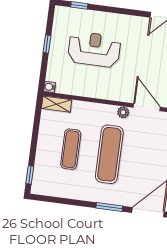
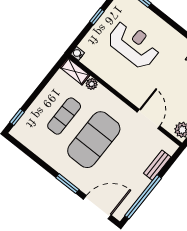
plant: (123, 112) -> (92, 84), moved
exercise mat: (109, 154) -> (94, 140), width x1.47

